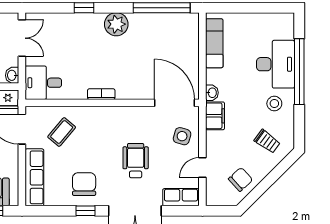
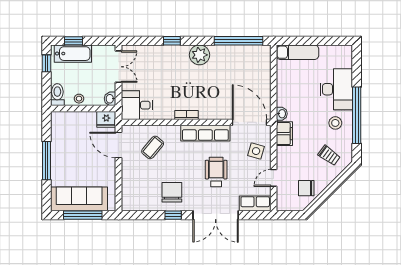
exam couch: (214, 43) -> (297, 52), moved, turned 90
window: (299, 72) -> (357, 115), moved
row of seats: (34, 177) -> (205, 133), moved, turned 90
chair: (241, 179) -> (306, 188), turned -138

